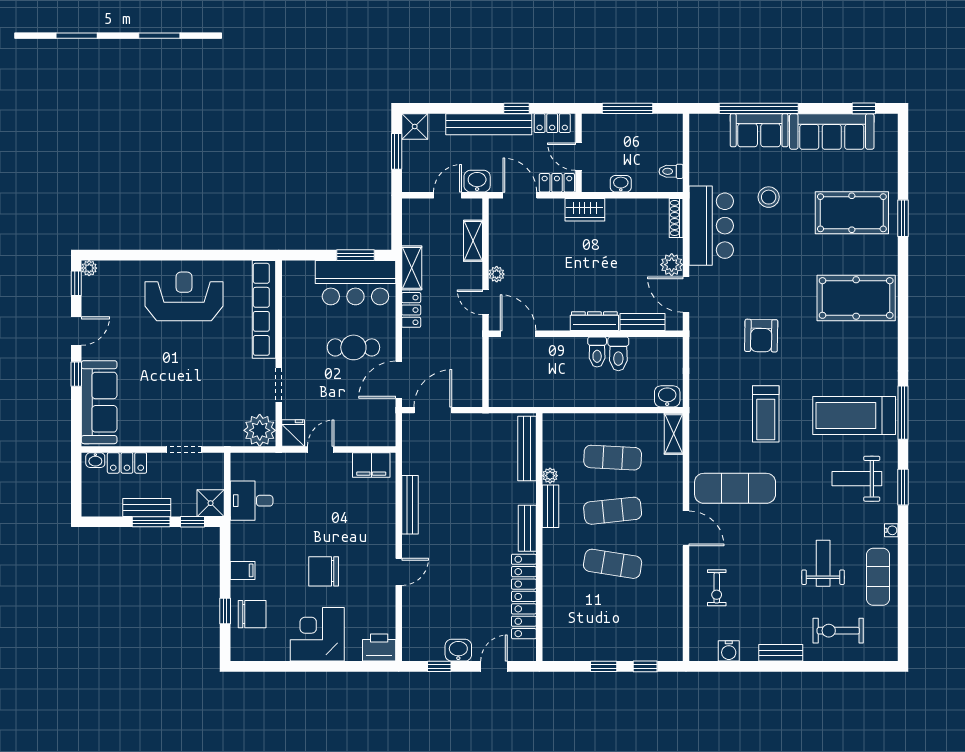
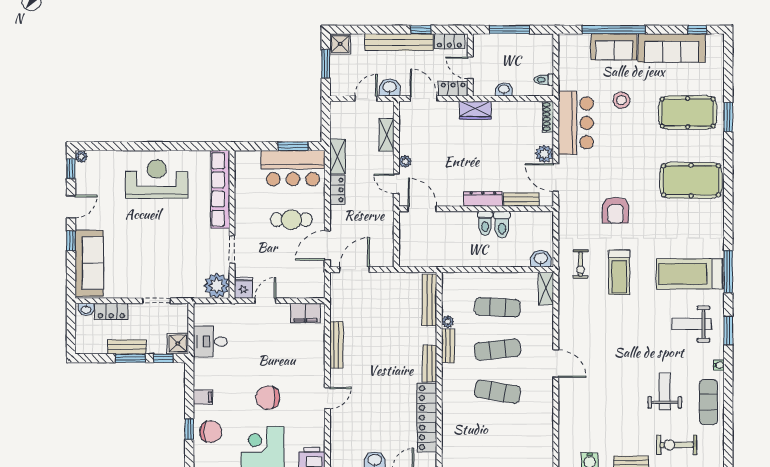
exercise mat: (735, 488) -> (595, 332), removed
exercise bike: (717, 588) -> (581, 264), moved

